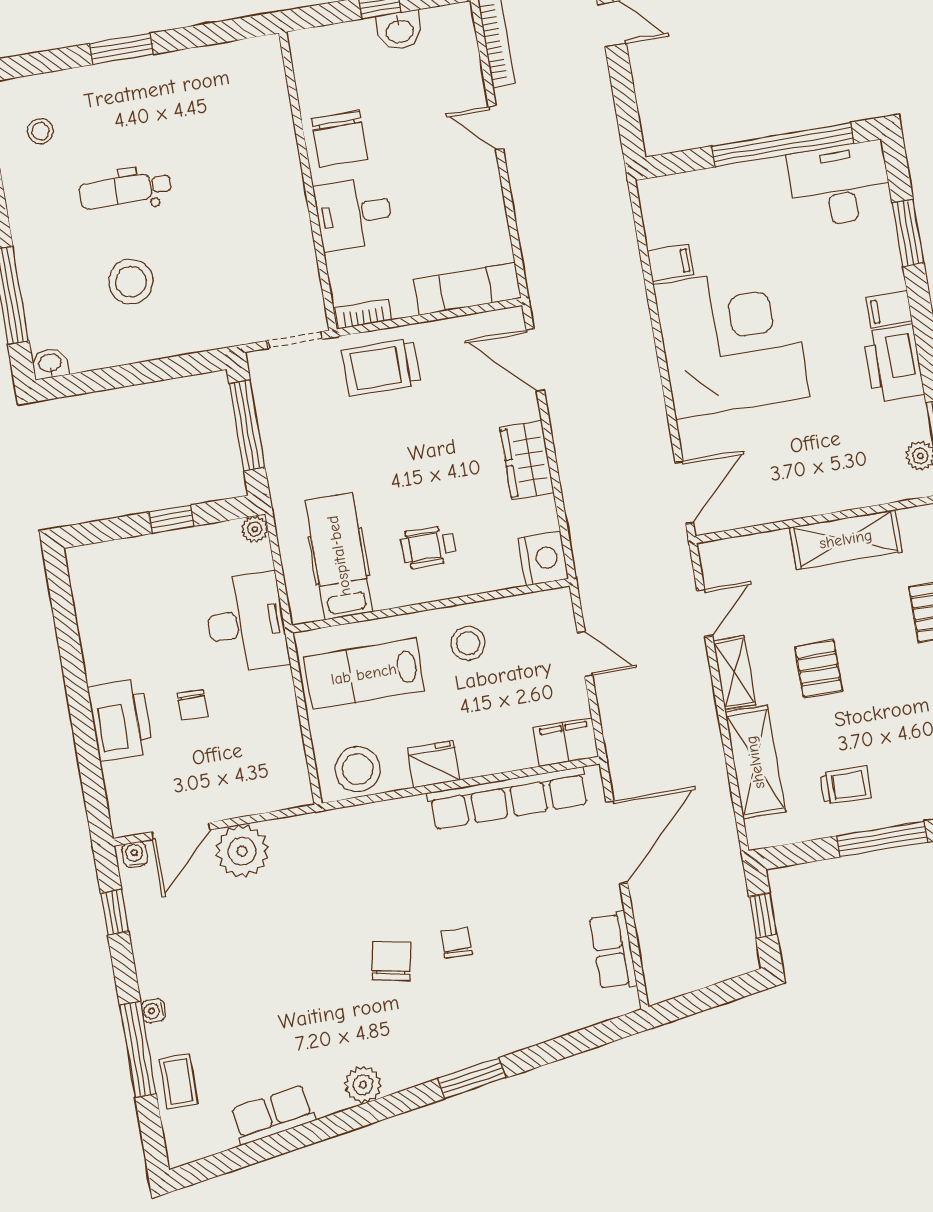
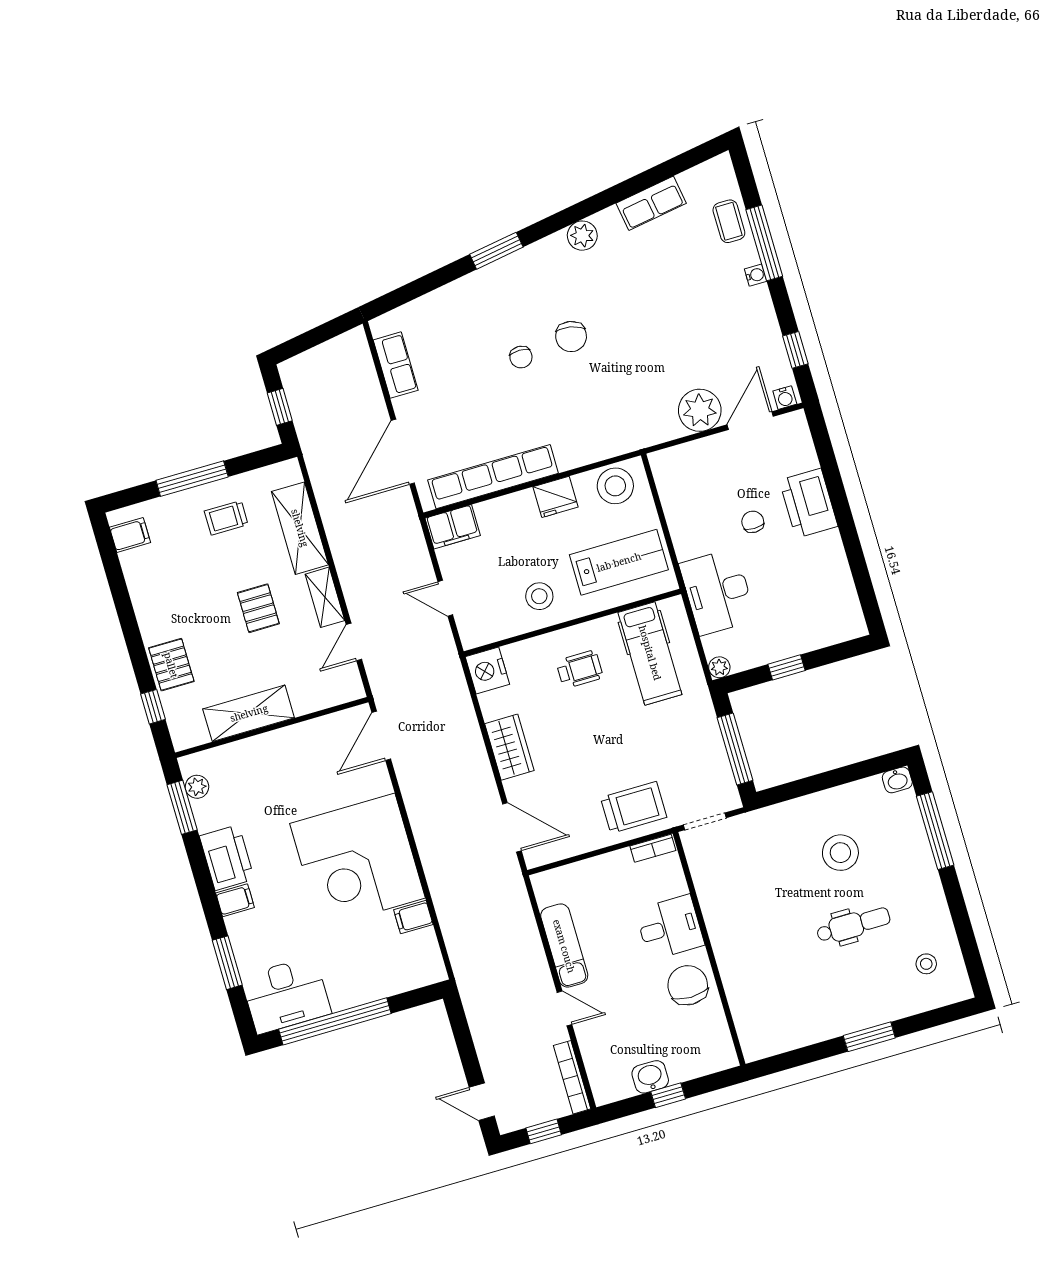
exam couch: (467, 289) -> (564, 946), moved, turned -90

